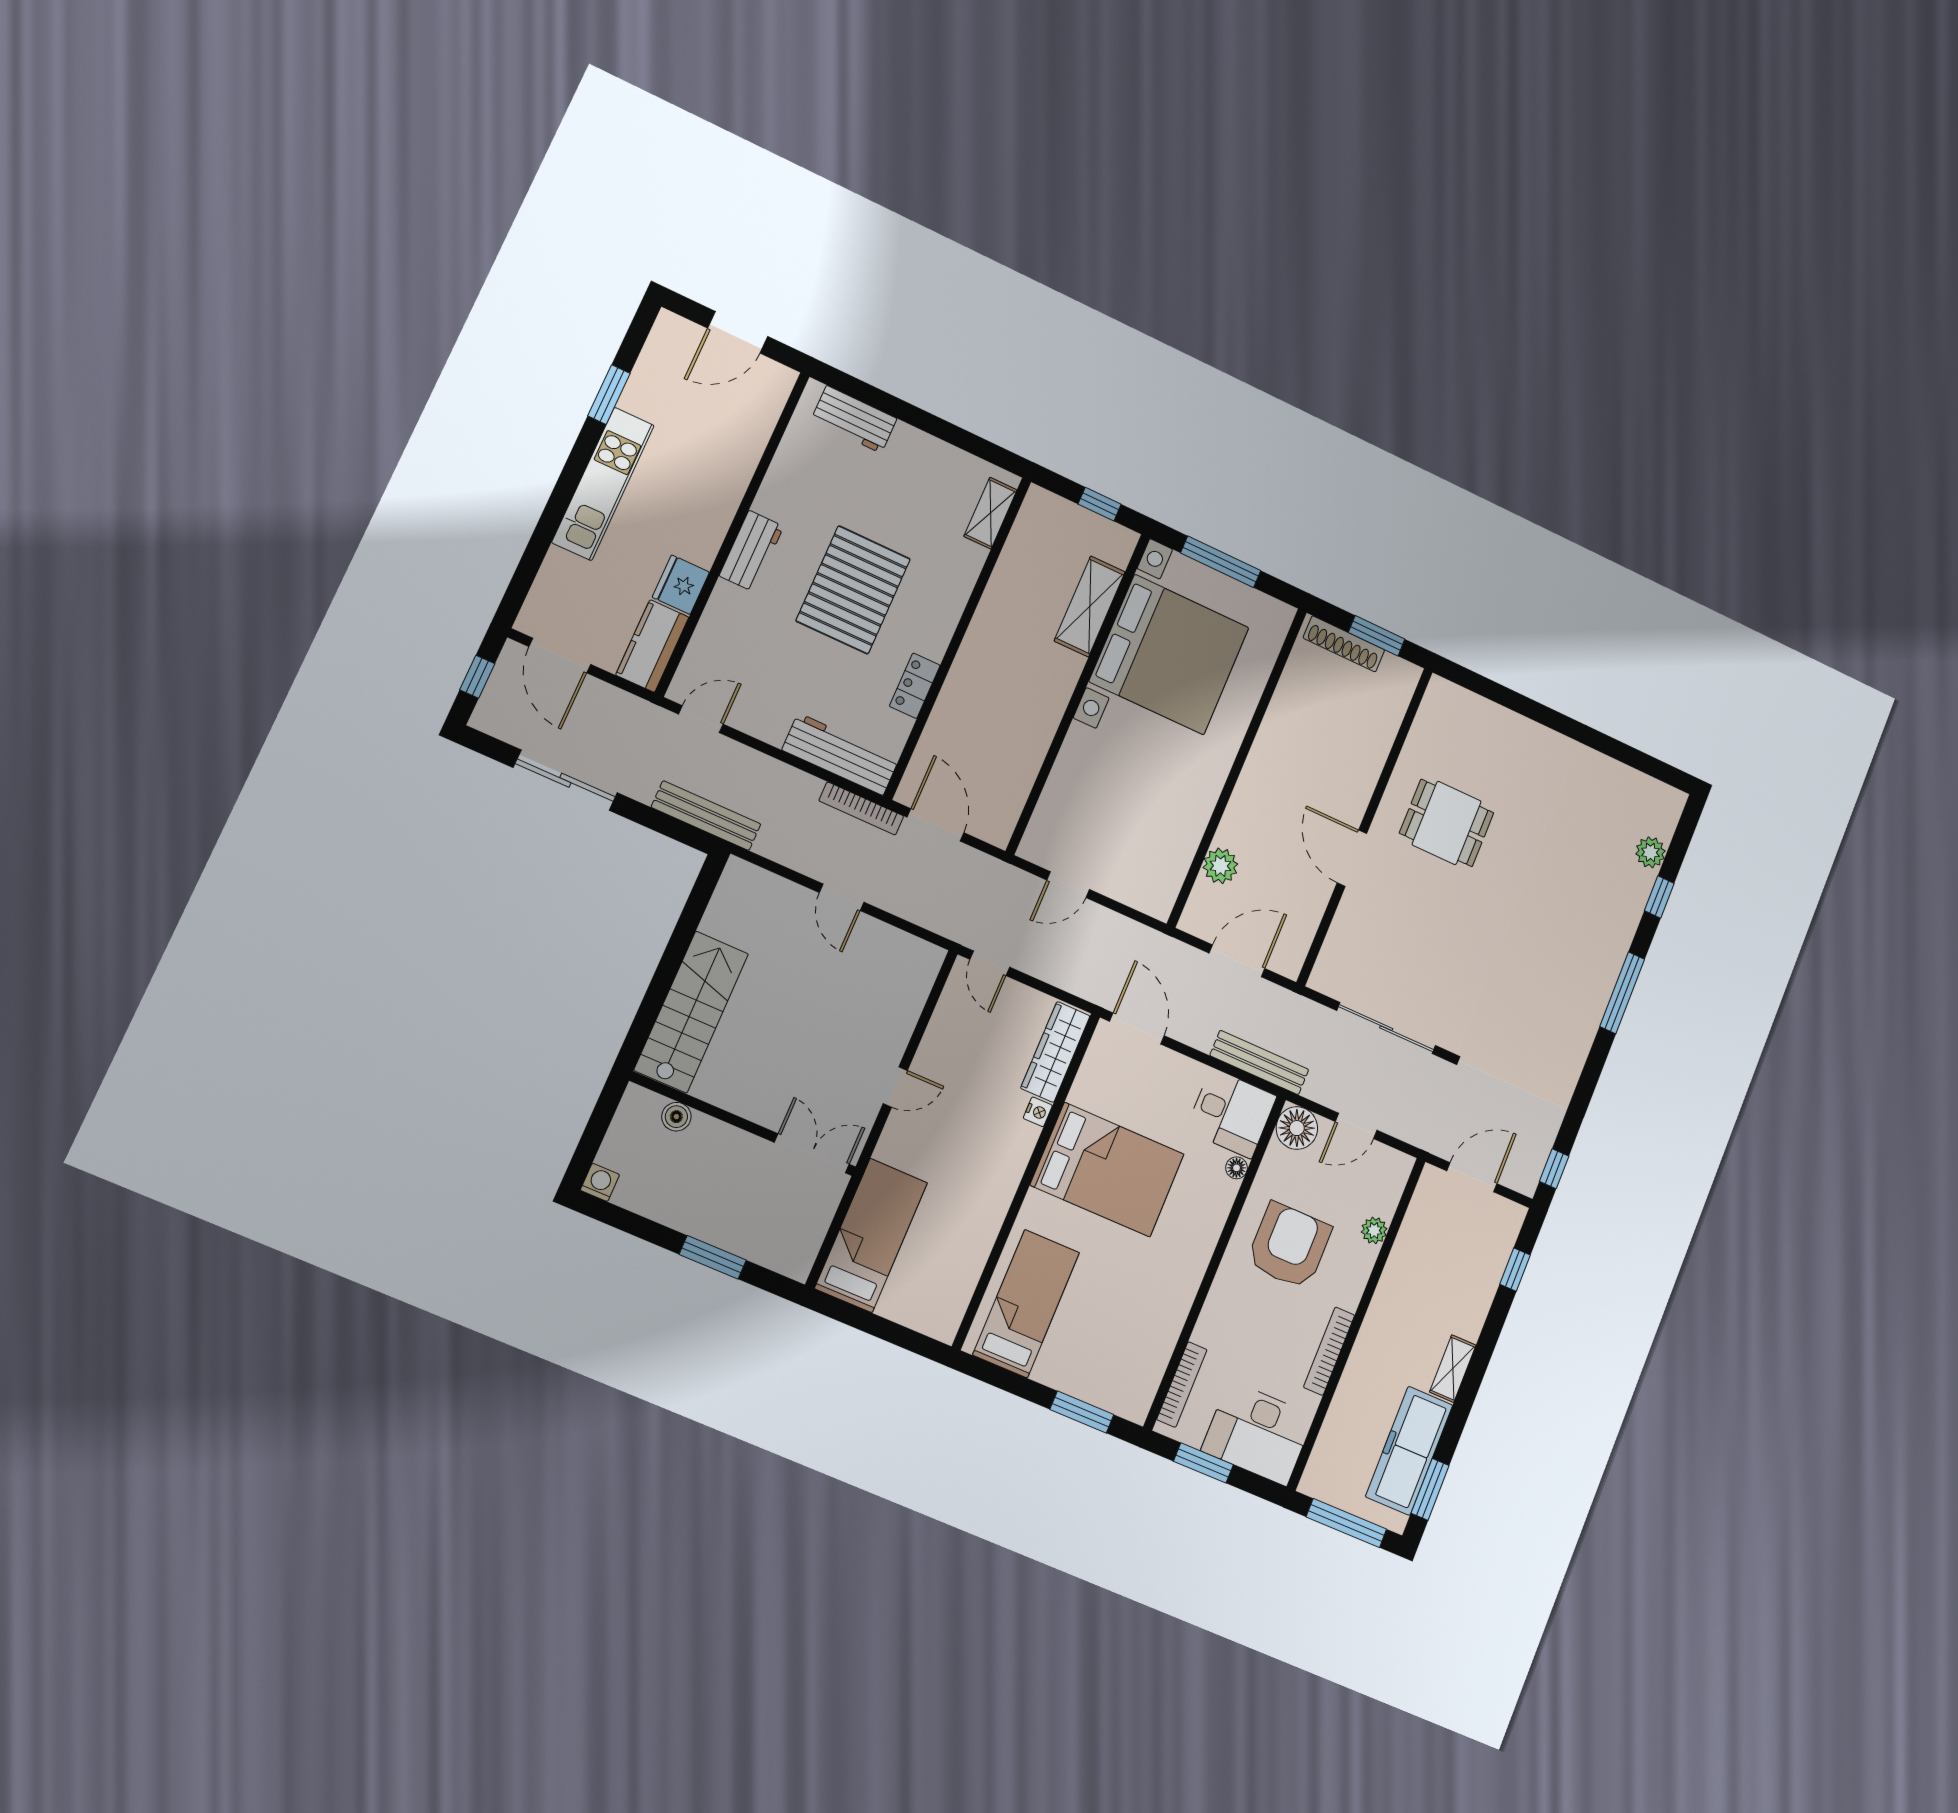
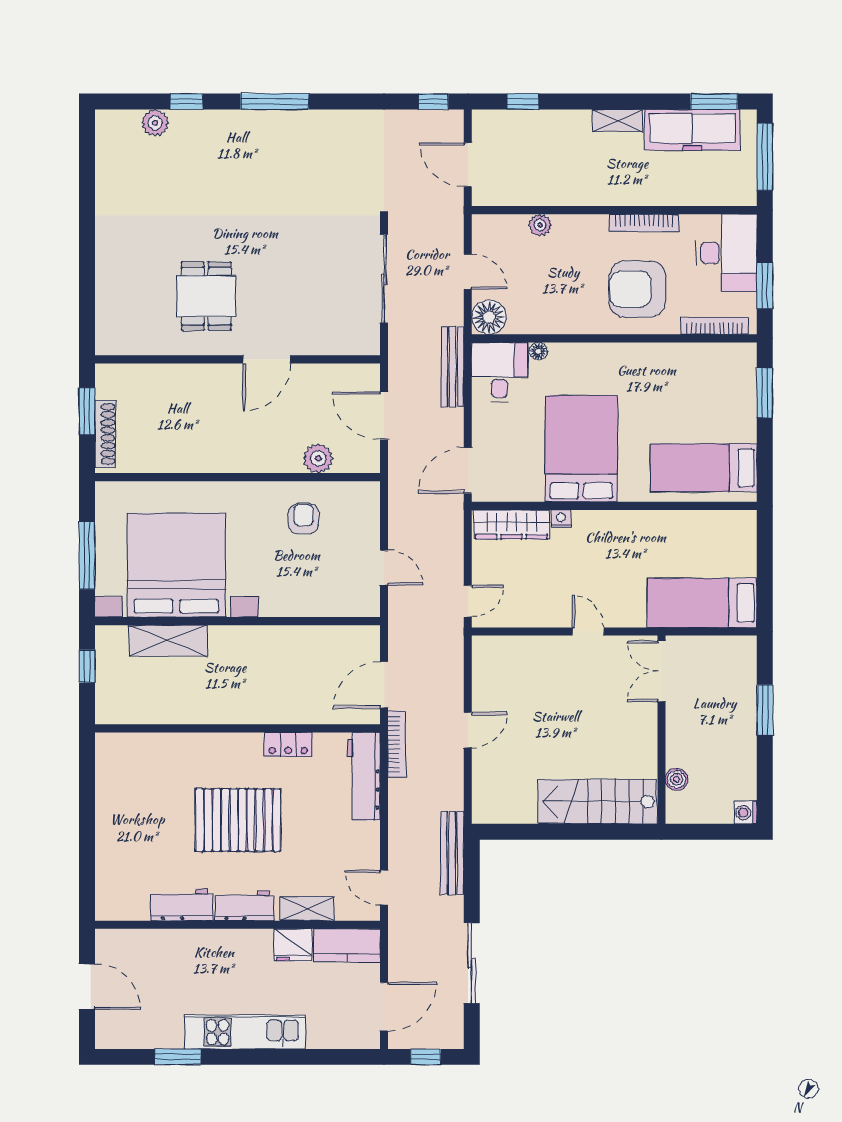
workbench: (854, 419) -> (182, 905), moved, turned -90
shelving: (990, 513) -> (307, 909), moved
armchair: (1161, 819) -> (304, 519), added
armchair: (1289, 1246) -> (637, 289), moved

